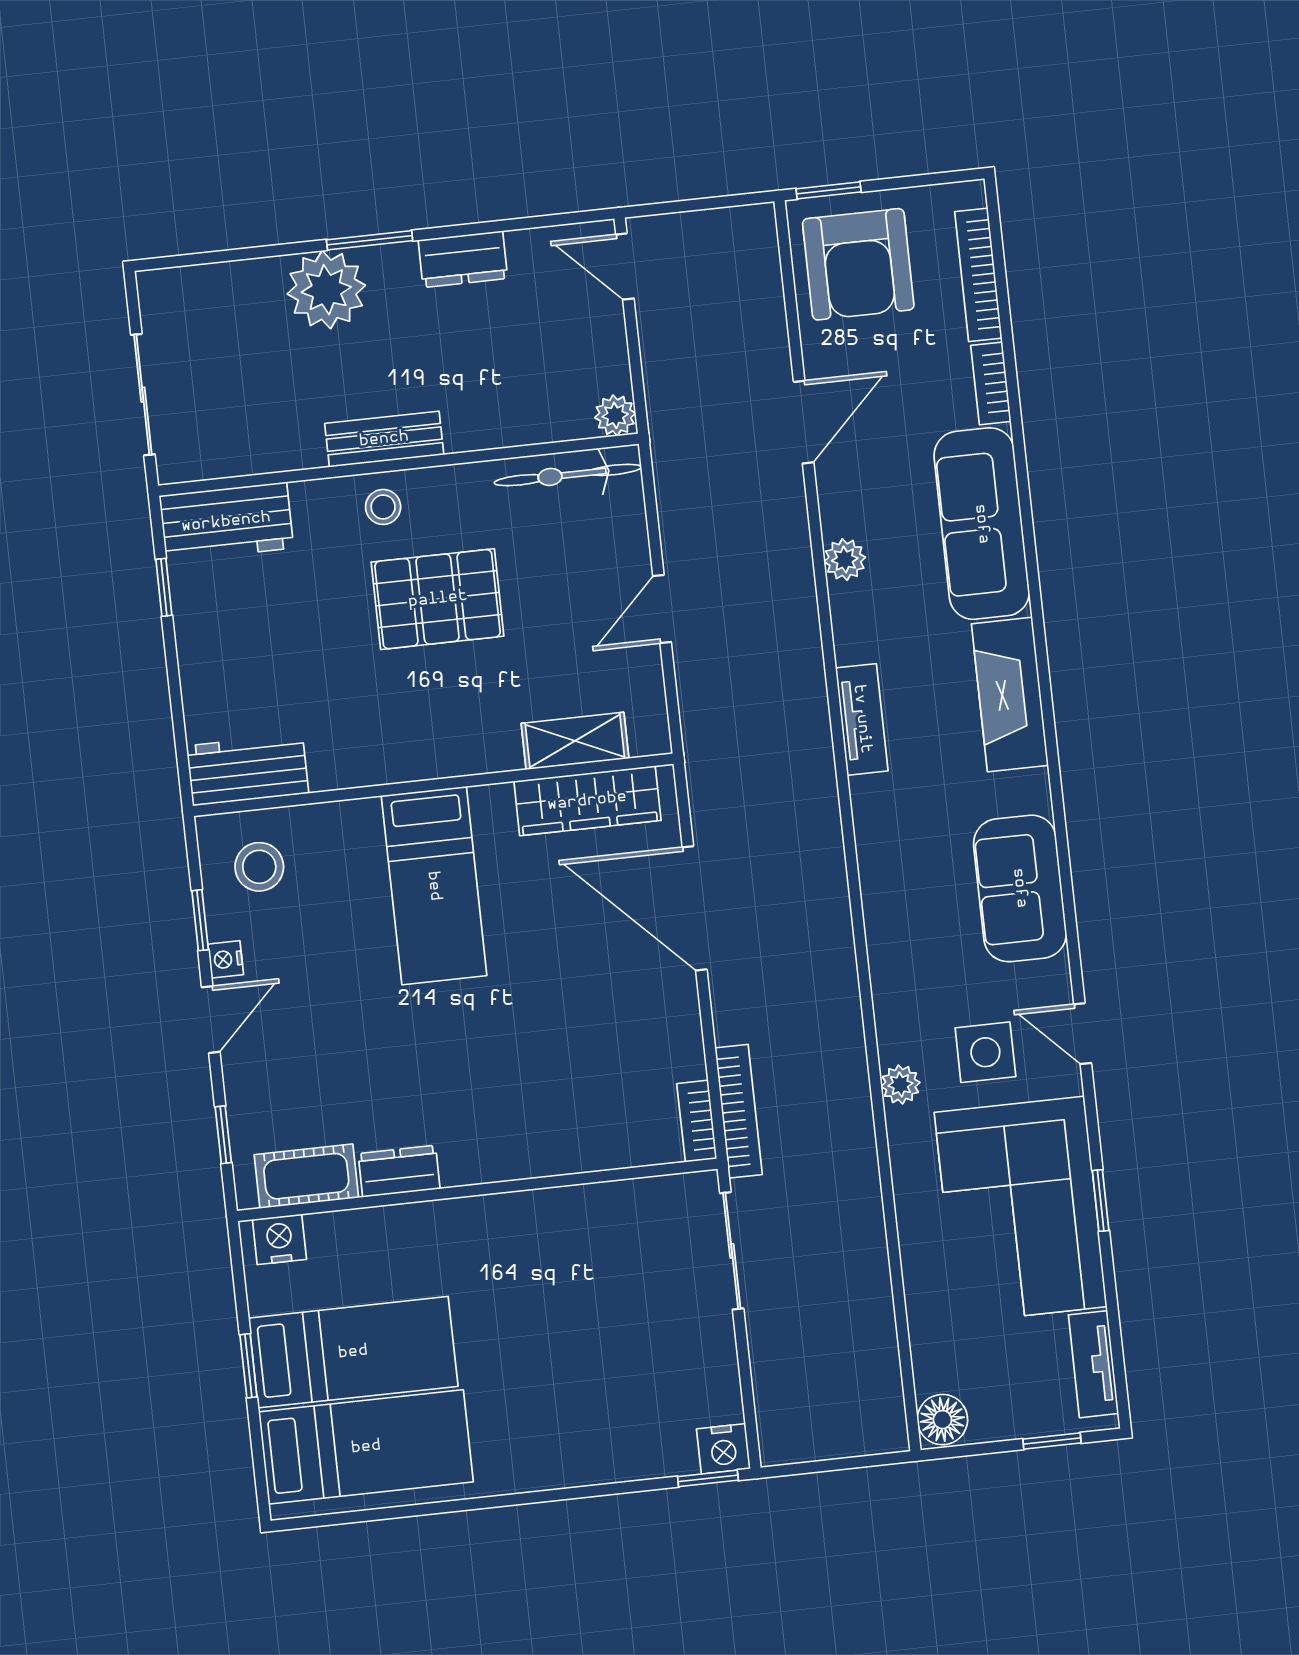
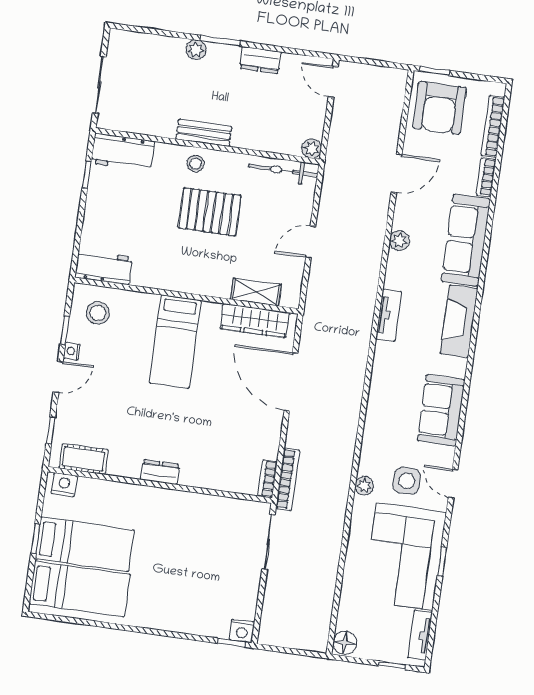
plant: (326, 290) -> (196, 50), width x0.53, depth x0.53
dresser: (399, 1171) -> (160, 472), moved

